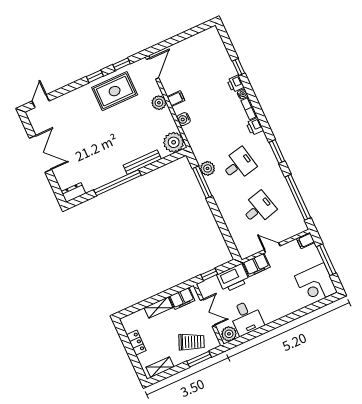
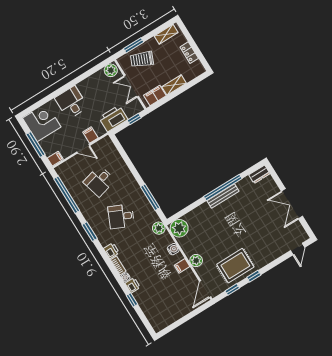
bench: (142, 162) -> (223, 196), moved
desk: (239, 164) -> (121, 216), turned 36
plant: (208, 168) -> (159, 228), moved
filing cabinet: (256, 265) -> (90, 135), width x0.50
desk: (246, 318) -> (71, 102), moved

